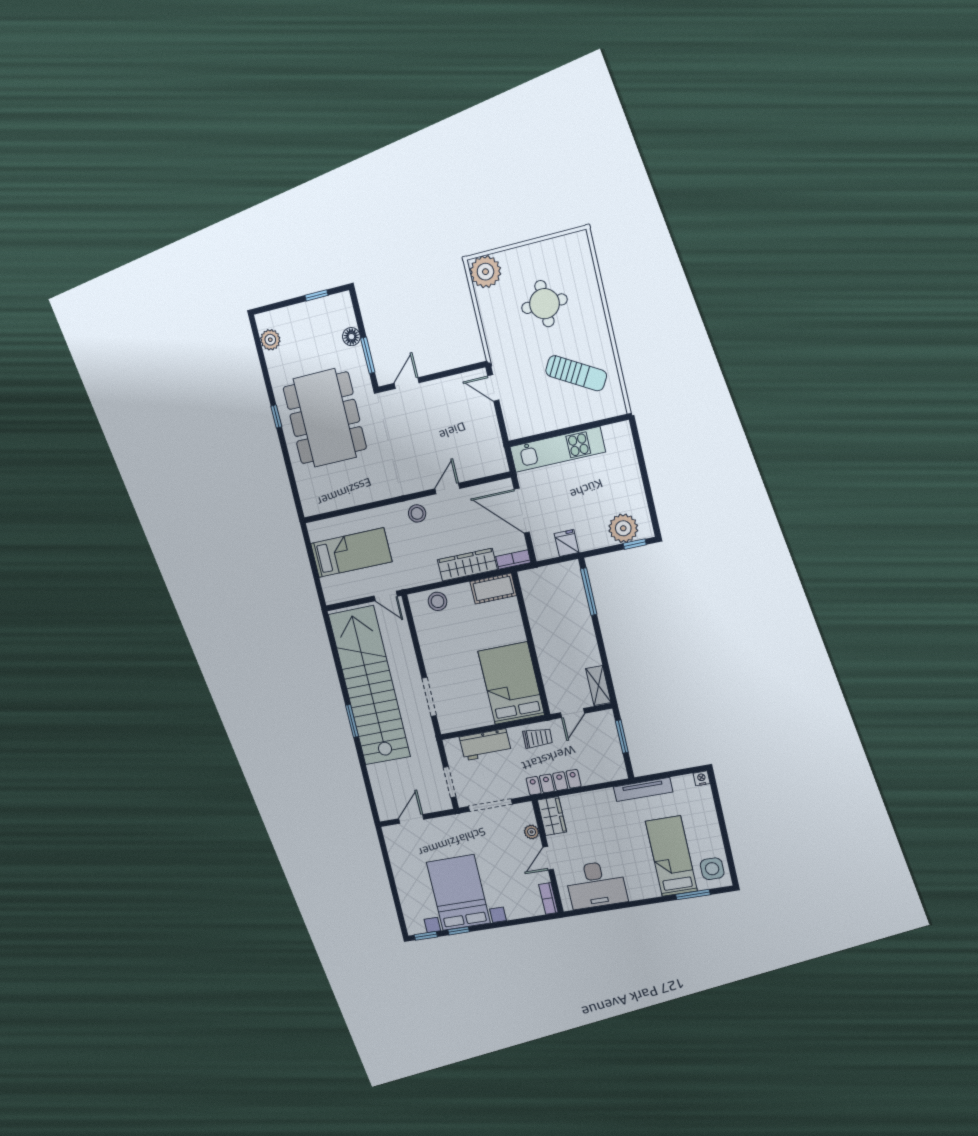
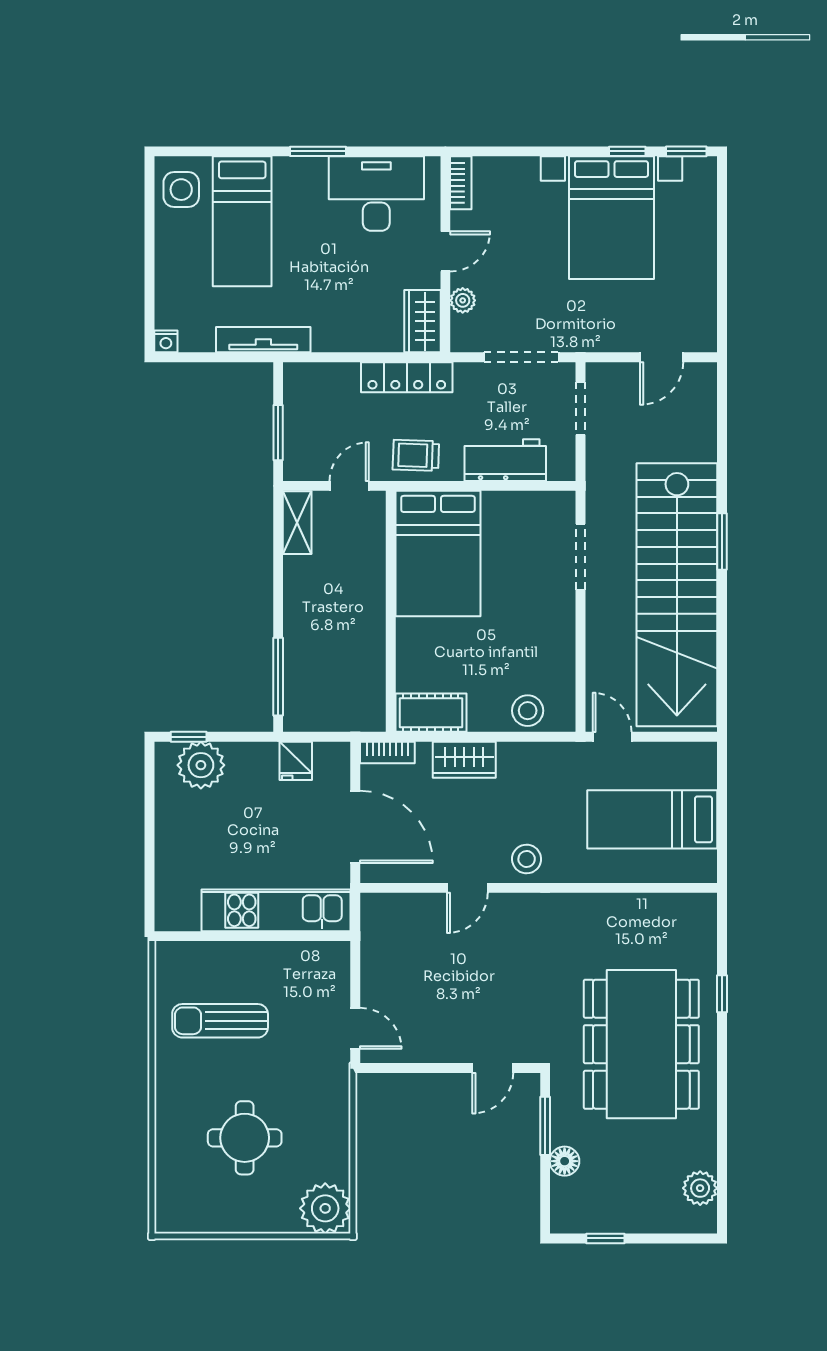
sun lounger: (576, 373) -> (220, 1021), turned -30
window: (276, 416) -> (722, 994), moved
wardrobe: (467, 565) -> (464, 760), width x0.67
window: (693, 895) -> (318, 151), moved

